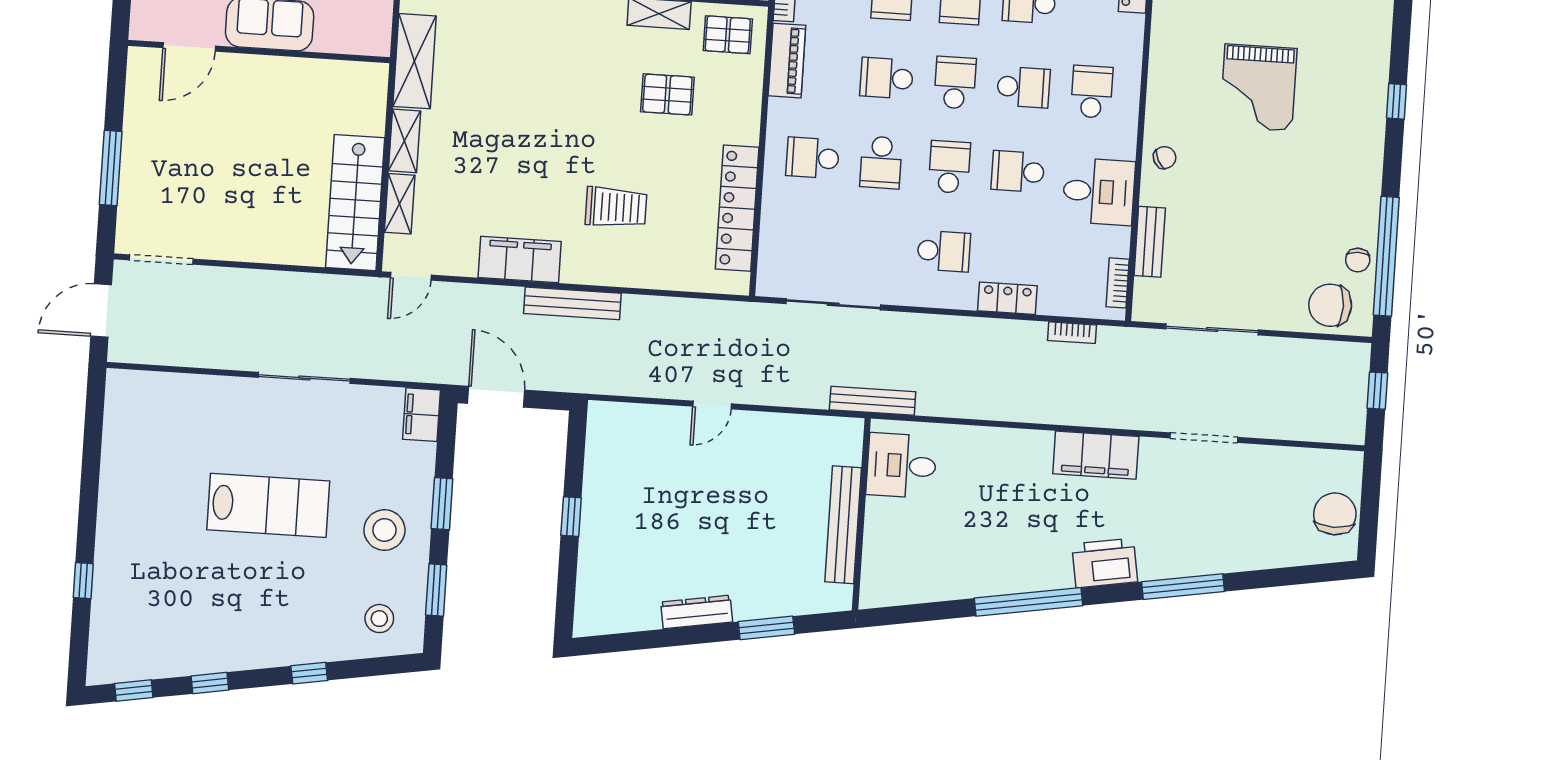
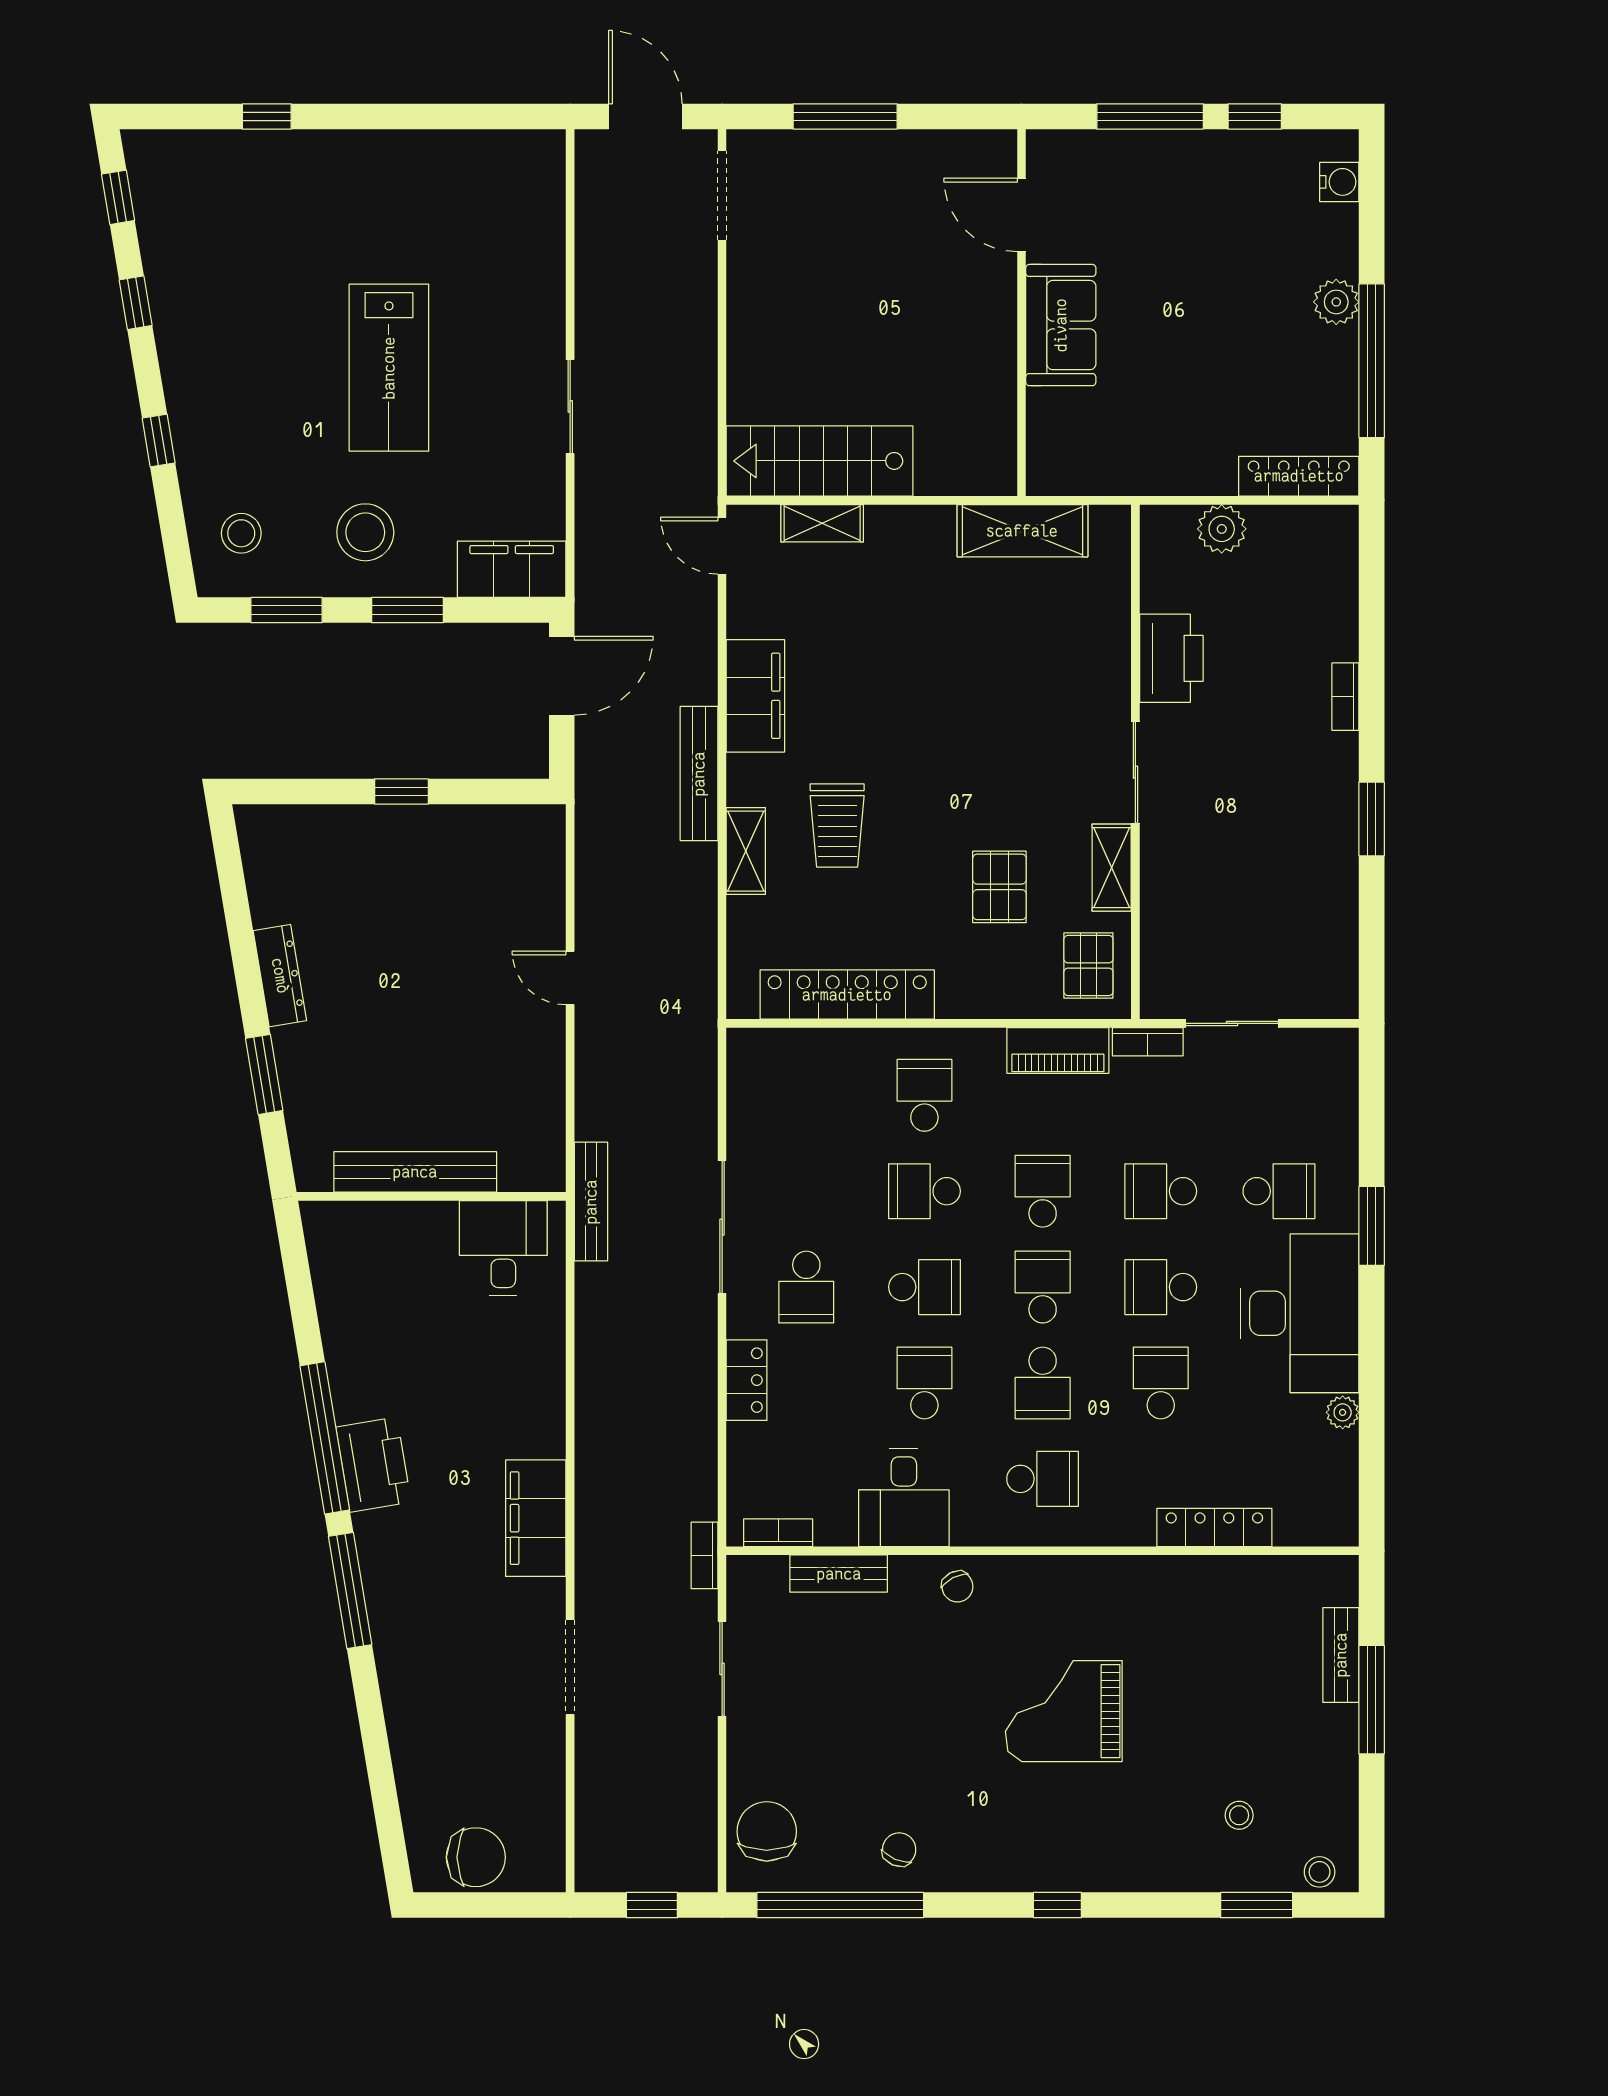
school desk: (955, 83) -> (1043, 1287), turned -90
shelving: (404, 141) -> (746, 851), moved, turned 90
chair: (1358, 260) -> (899, 1850), moved, turned 113
sliding door: (833, 304) -> (722, 1227), moved
sliding door: (1212, 329) -> (722, 1669), width x0.73
bookcase: (1072, 333) -> (704, 1555), moved
sliding door: (304, 378) -> (570, 406), width x0.73
filing cabinet: (422, 415) -> (512, 569), width x1.50, depth x1.17
printer: (1105, 563) -> (373, 1465), moved
window: (1183, 587) -> (350, 1590), moved

